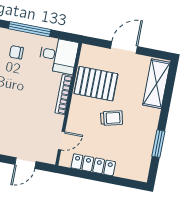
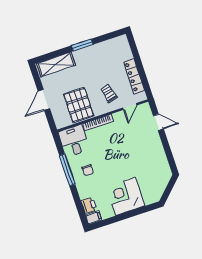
door: (124, 47) -> (44, 100), hinge flipped
trolley: (112, 118) -> (109, 93), moved
door: (61, 141) -> (130, 107), swing flipped
window: (158, 144) -> (82, 45), moved

